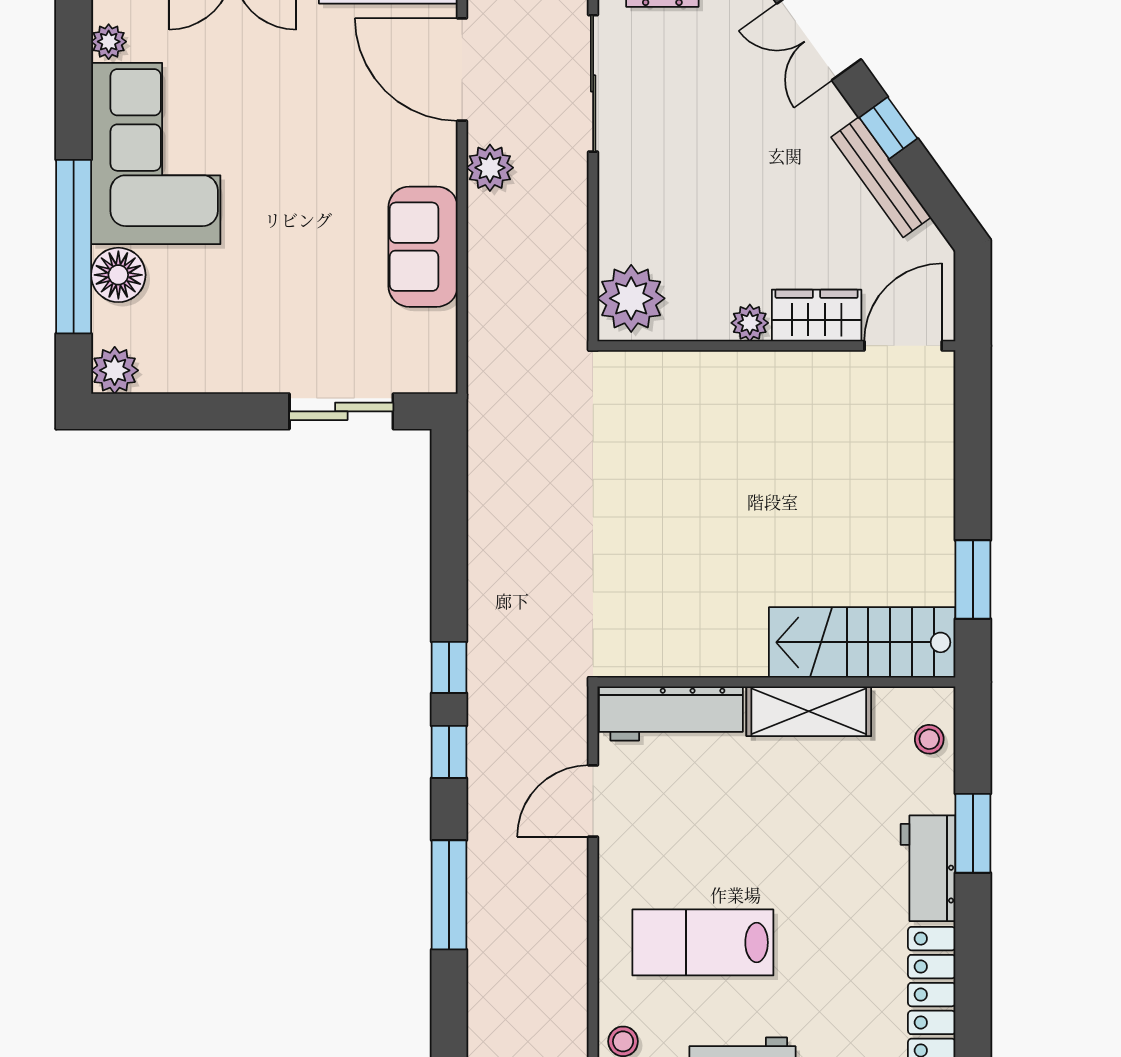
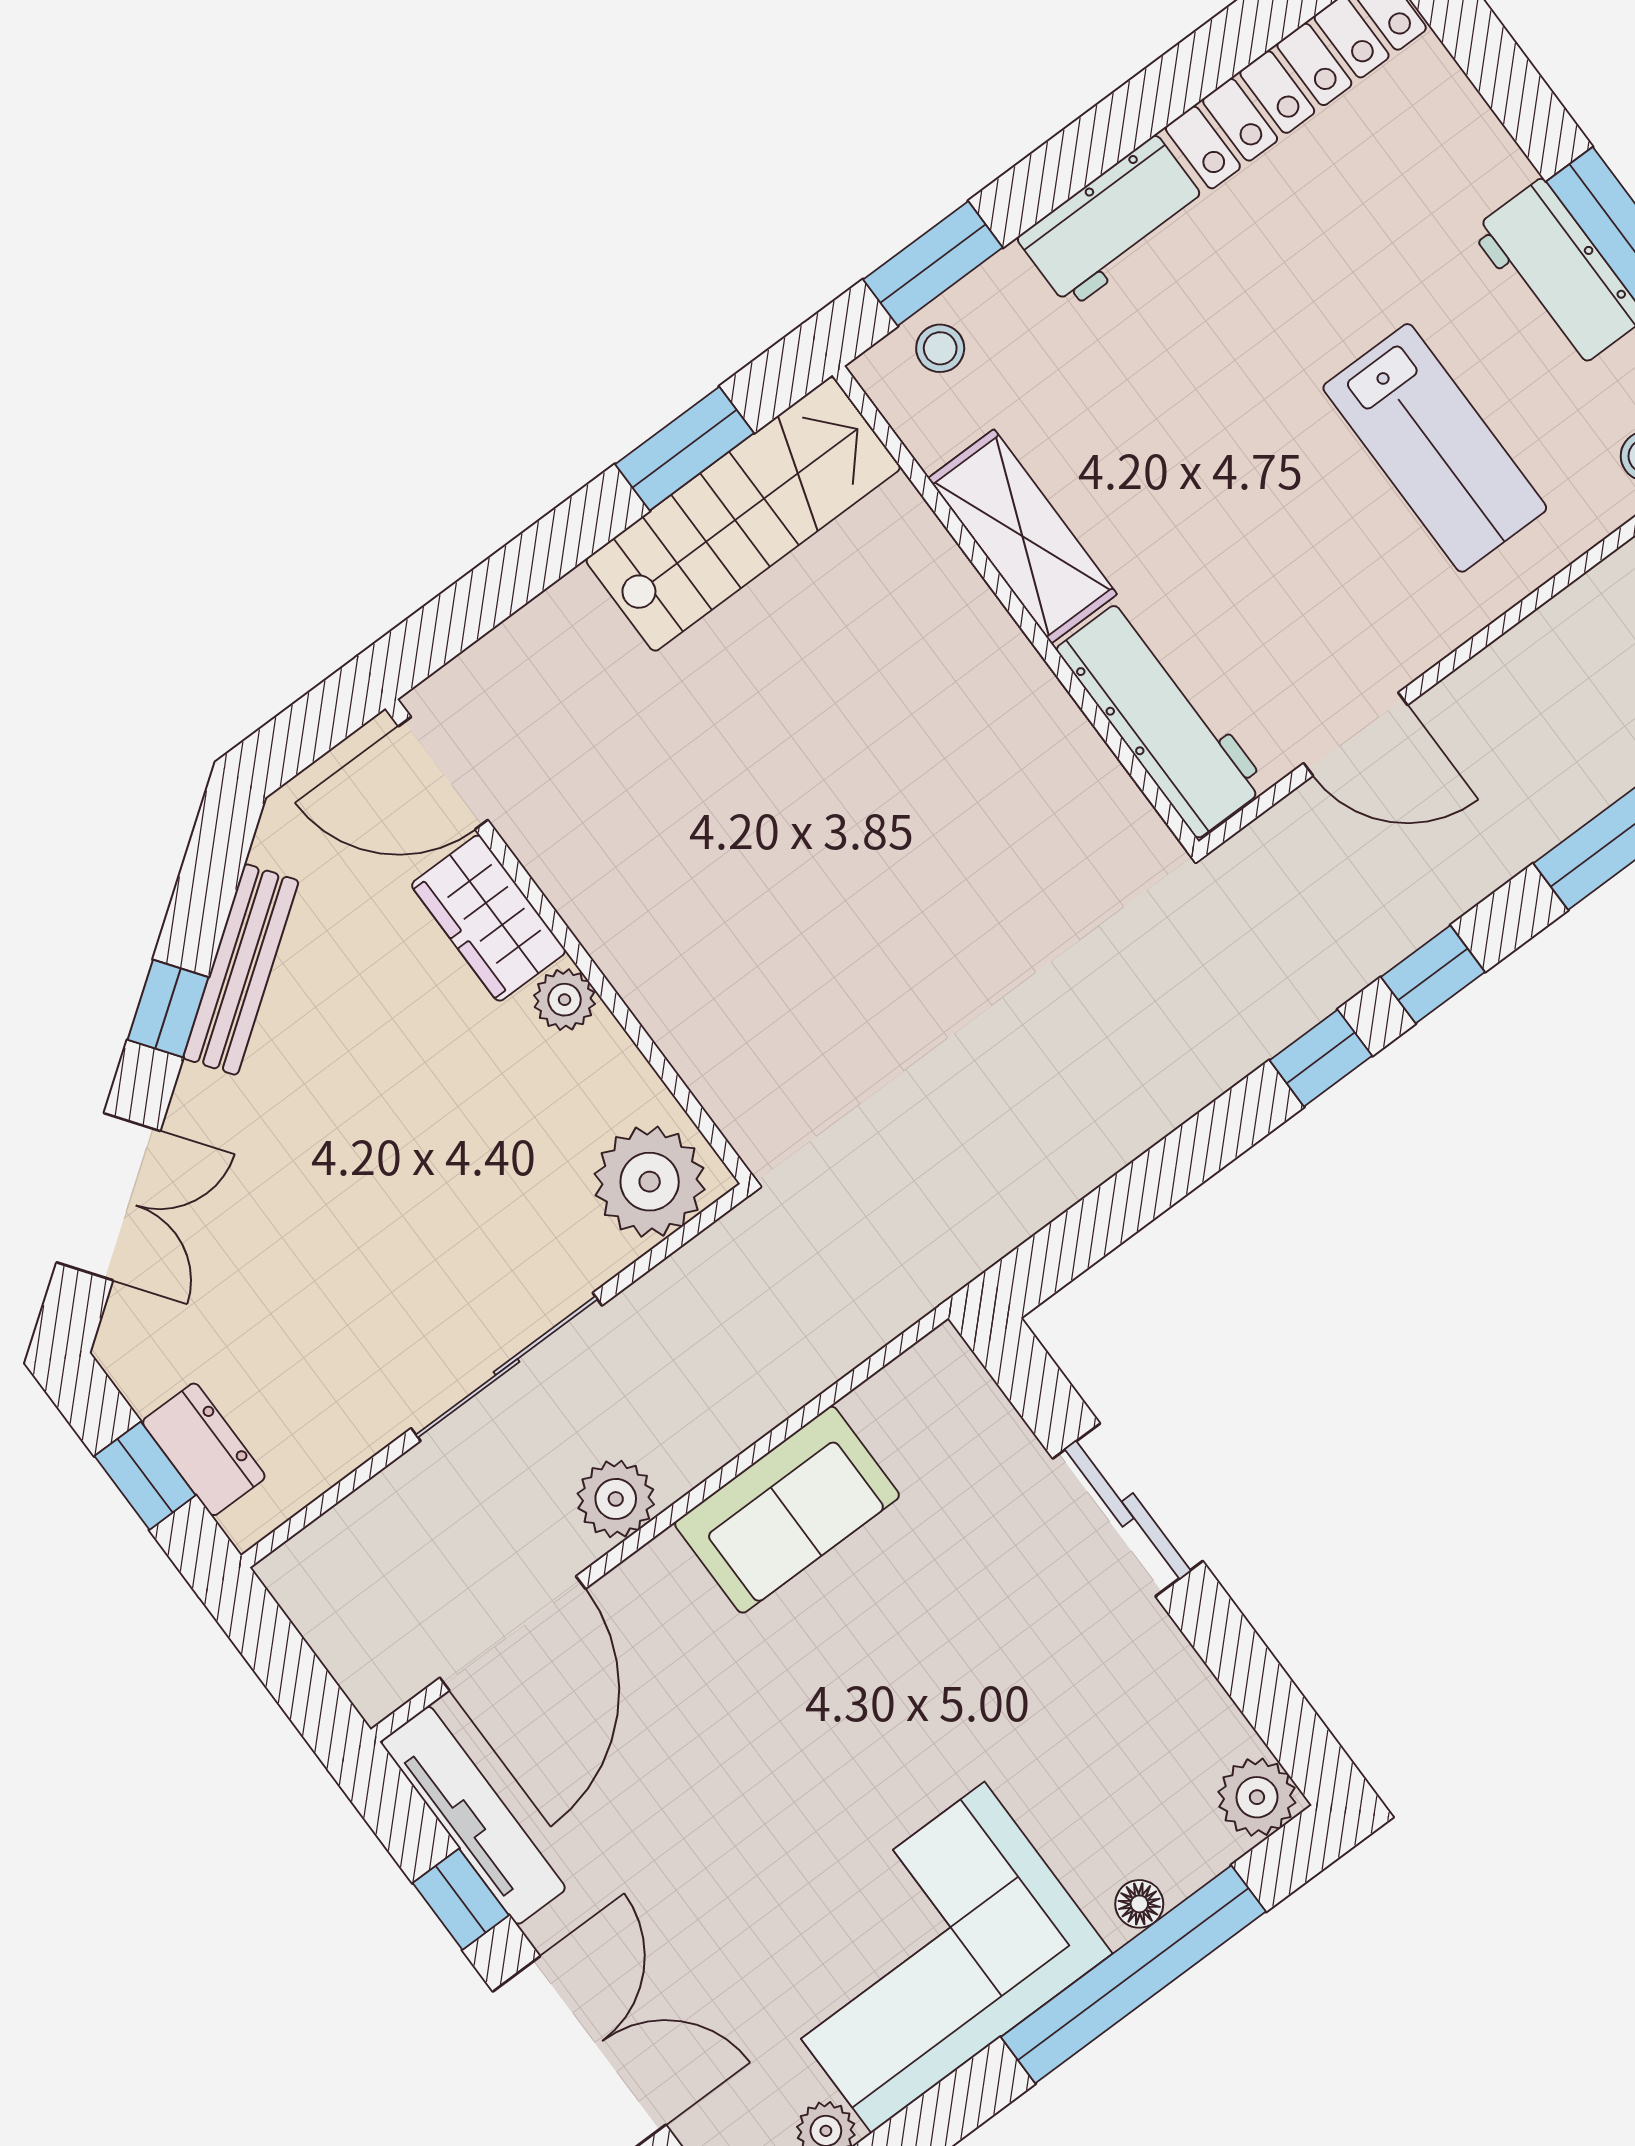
sliding door: (593, 83) -> (507, 1367), moved
floor lamp: (118, 275) -> (1139, 1904), width x0.53, depth x0.53
sliding door: (341, 411) -> (1128, 1510), moved
stairs: (862, 642) -> (743, 514), moved, turned -90
window: (973, 833) -> (933, 264), moved

